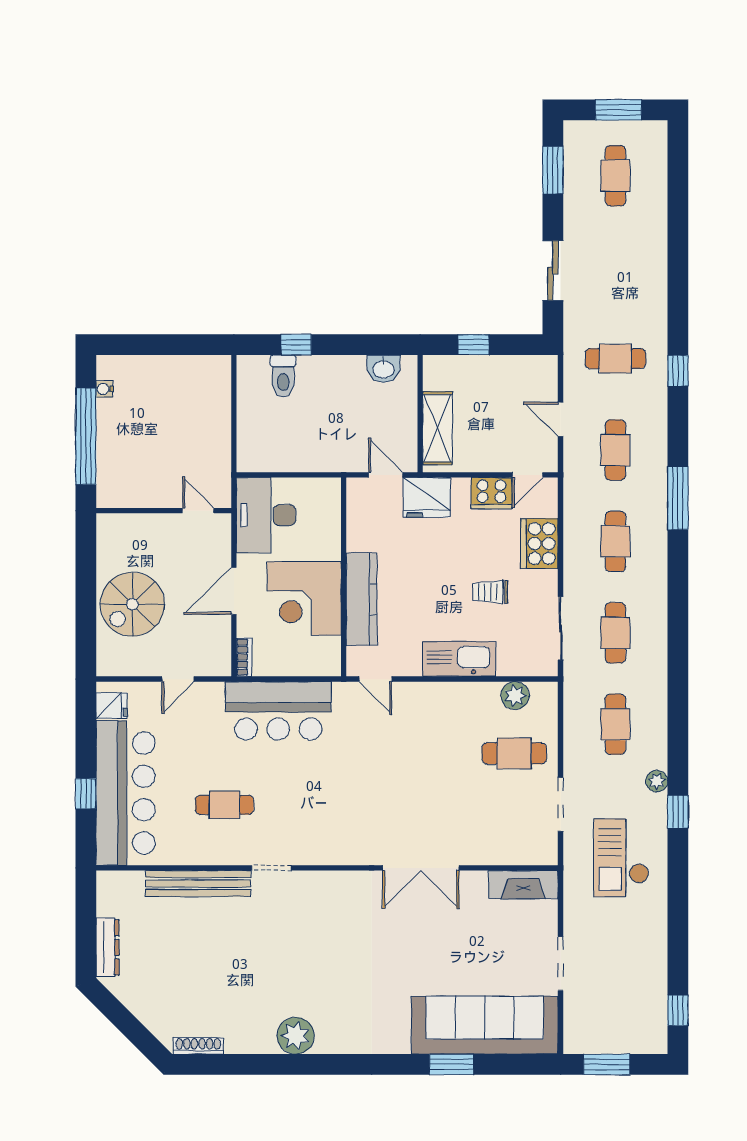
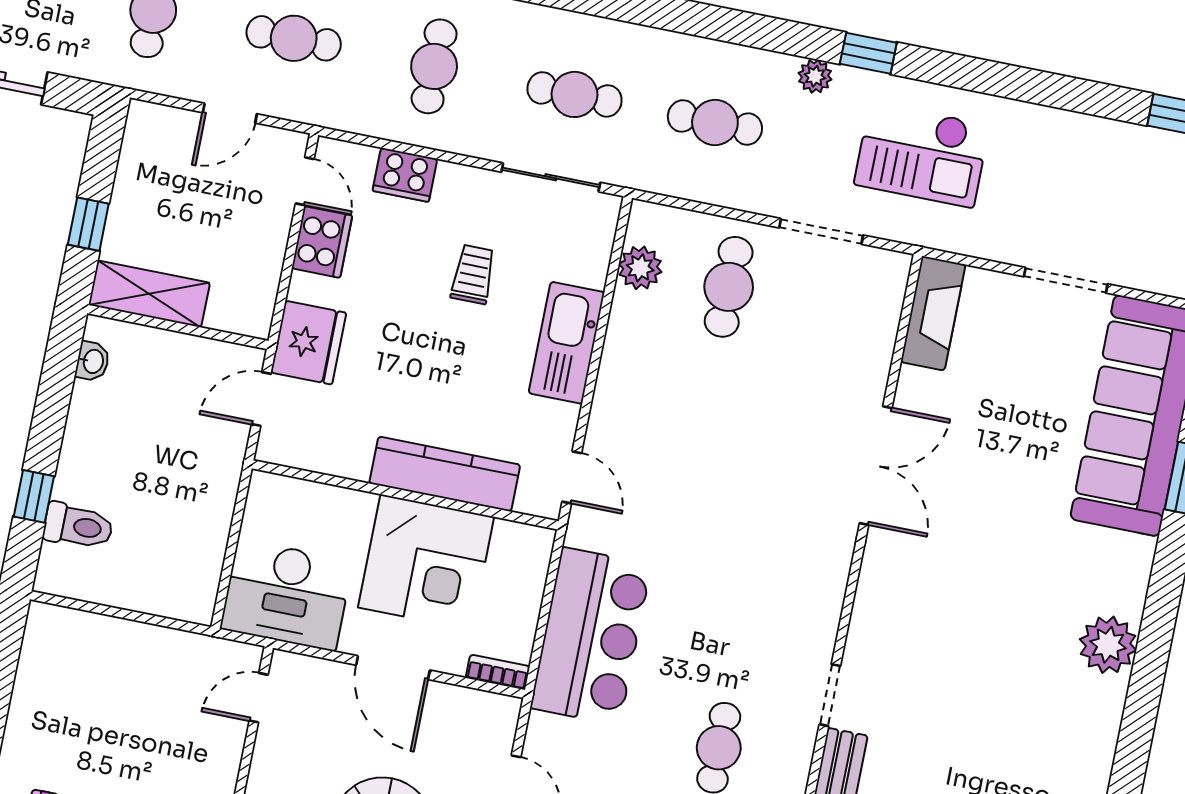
washbasin: (384, 369) -> (93, 361), width x0.72, depth x0.69
shelving: (437, 428) -> (149, 294), moved
cafe table: (615, 541) -> (434, 66), turned 90
cooker: (539, 544) -> (405, 175), width x0.73, depth x0.76
trolley: (490, 592) -> (473, 274), turned 180
door: (375, 679) -> (572, 477), hinge flipped
plant: (296, 1036) -> (1108, 645), moved

